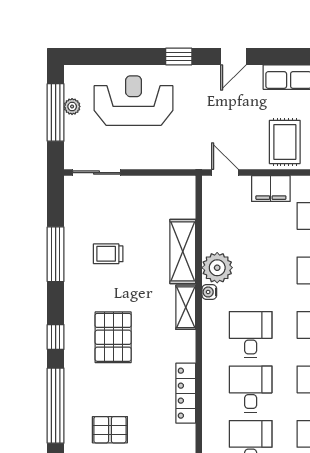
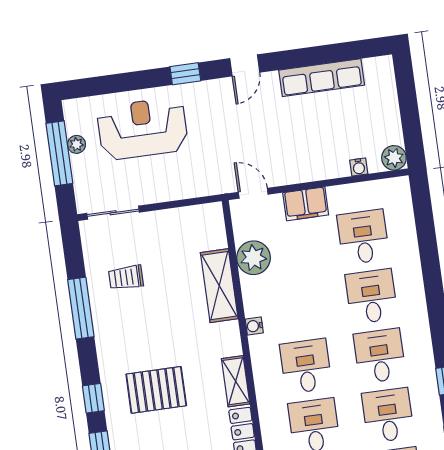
rug: (285, 142) -> (314, 151), removed
trolley: (108, 254) -> (126, 277), moved
plant: (217, 268) -> (254, 258), moved
shelving: (186, 307) -> (236, 381), moved
pallet: (113, 337) -> (156, 390), turned 90

